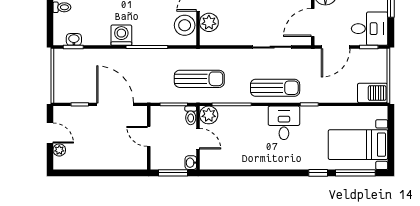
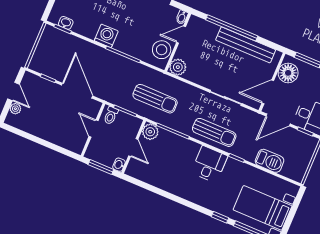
plant: (209, 22) -> (178, 67), moved
barbecue: (373, 93) -> (270, 161), moved
toilet: (191, 115) -> (111, 115), moved

